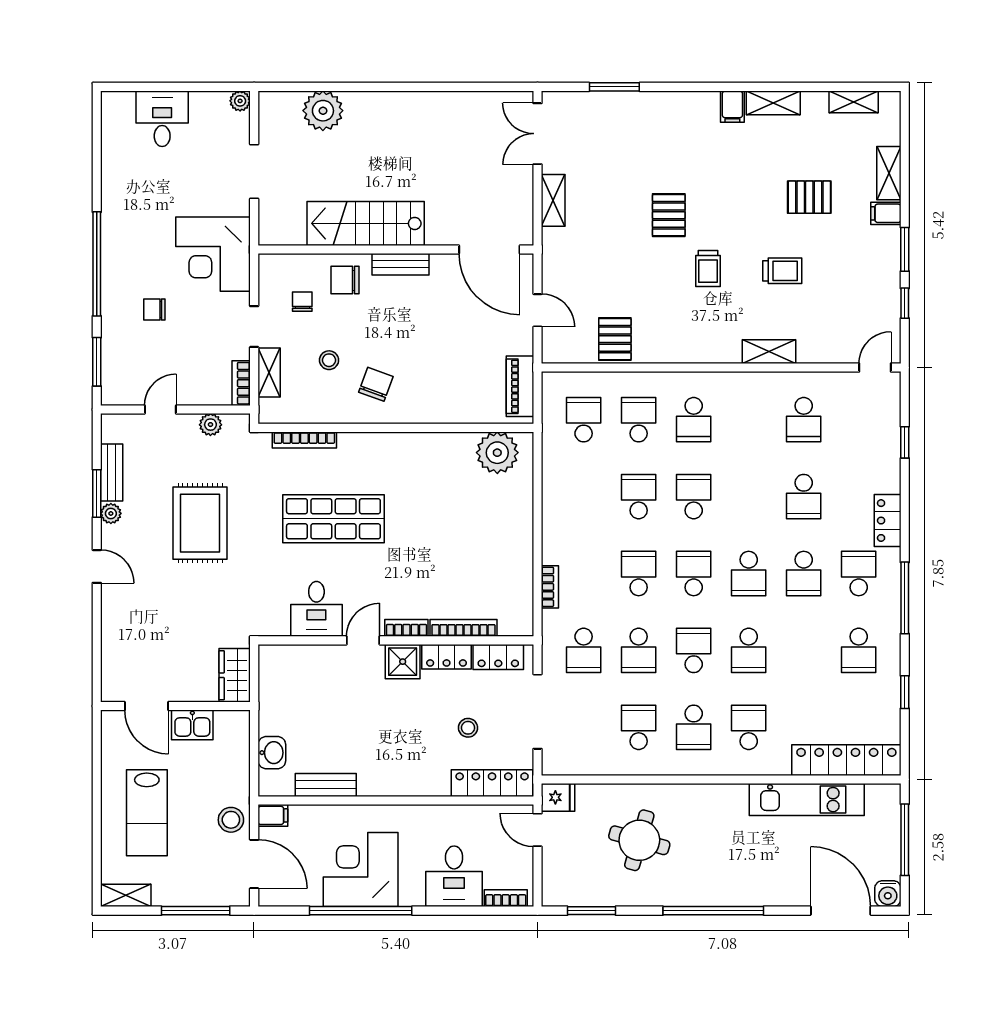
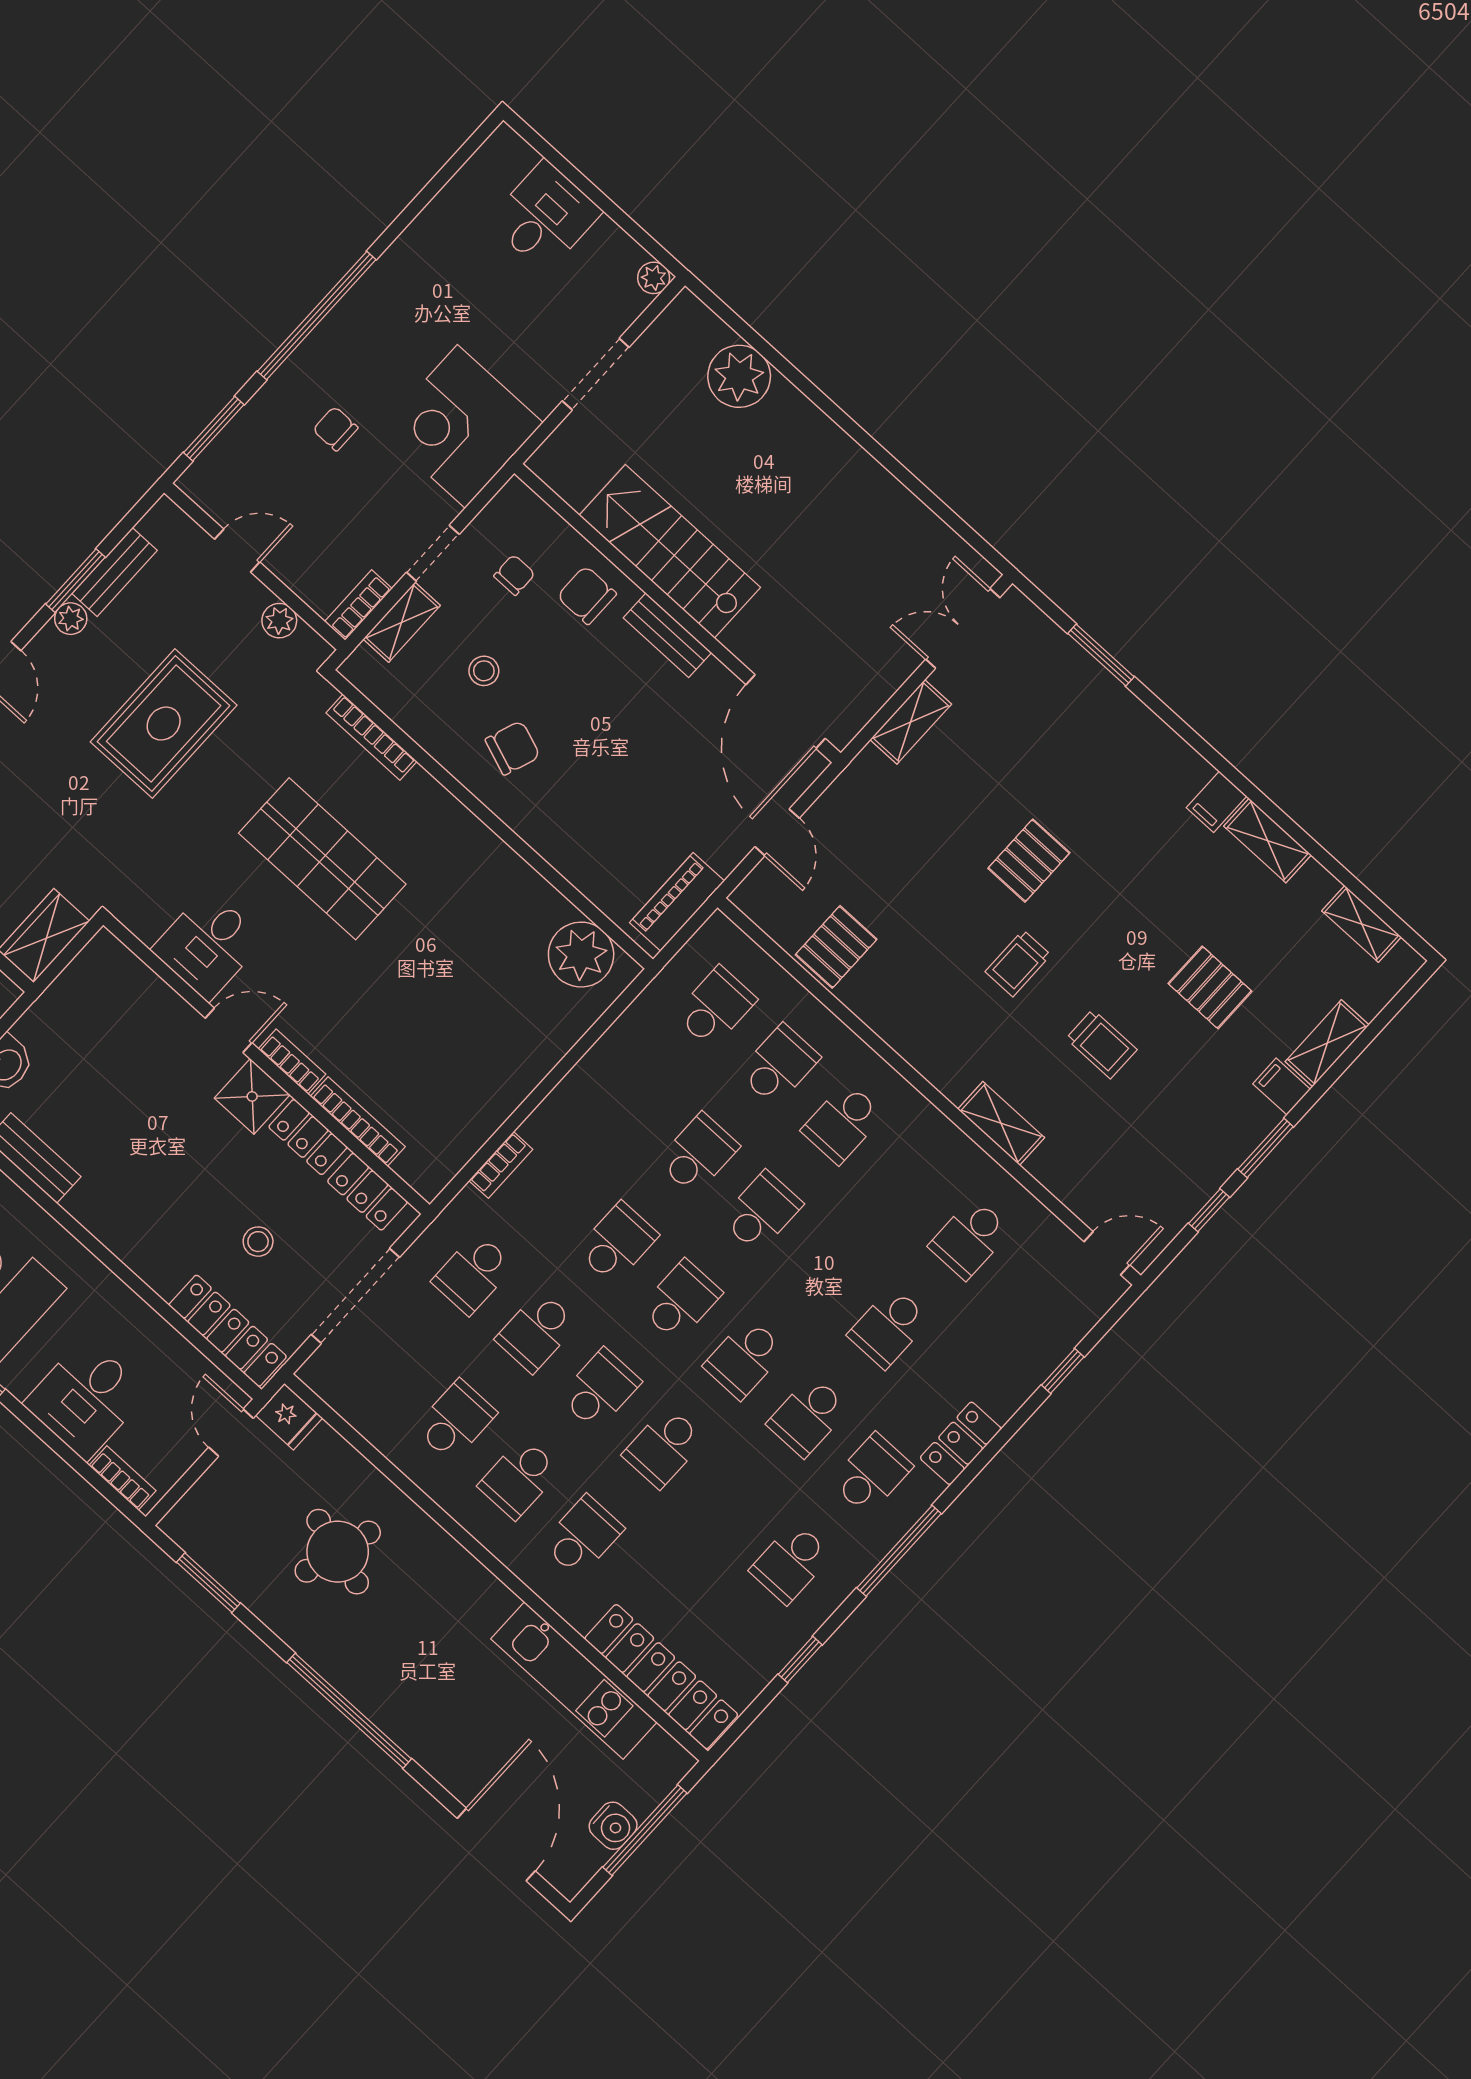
water cooler: (888, 894) -> (613, 1826), moved, turned -90

